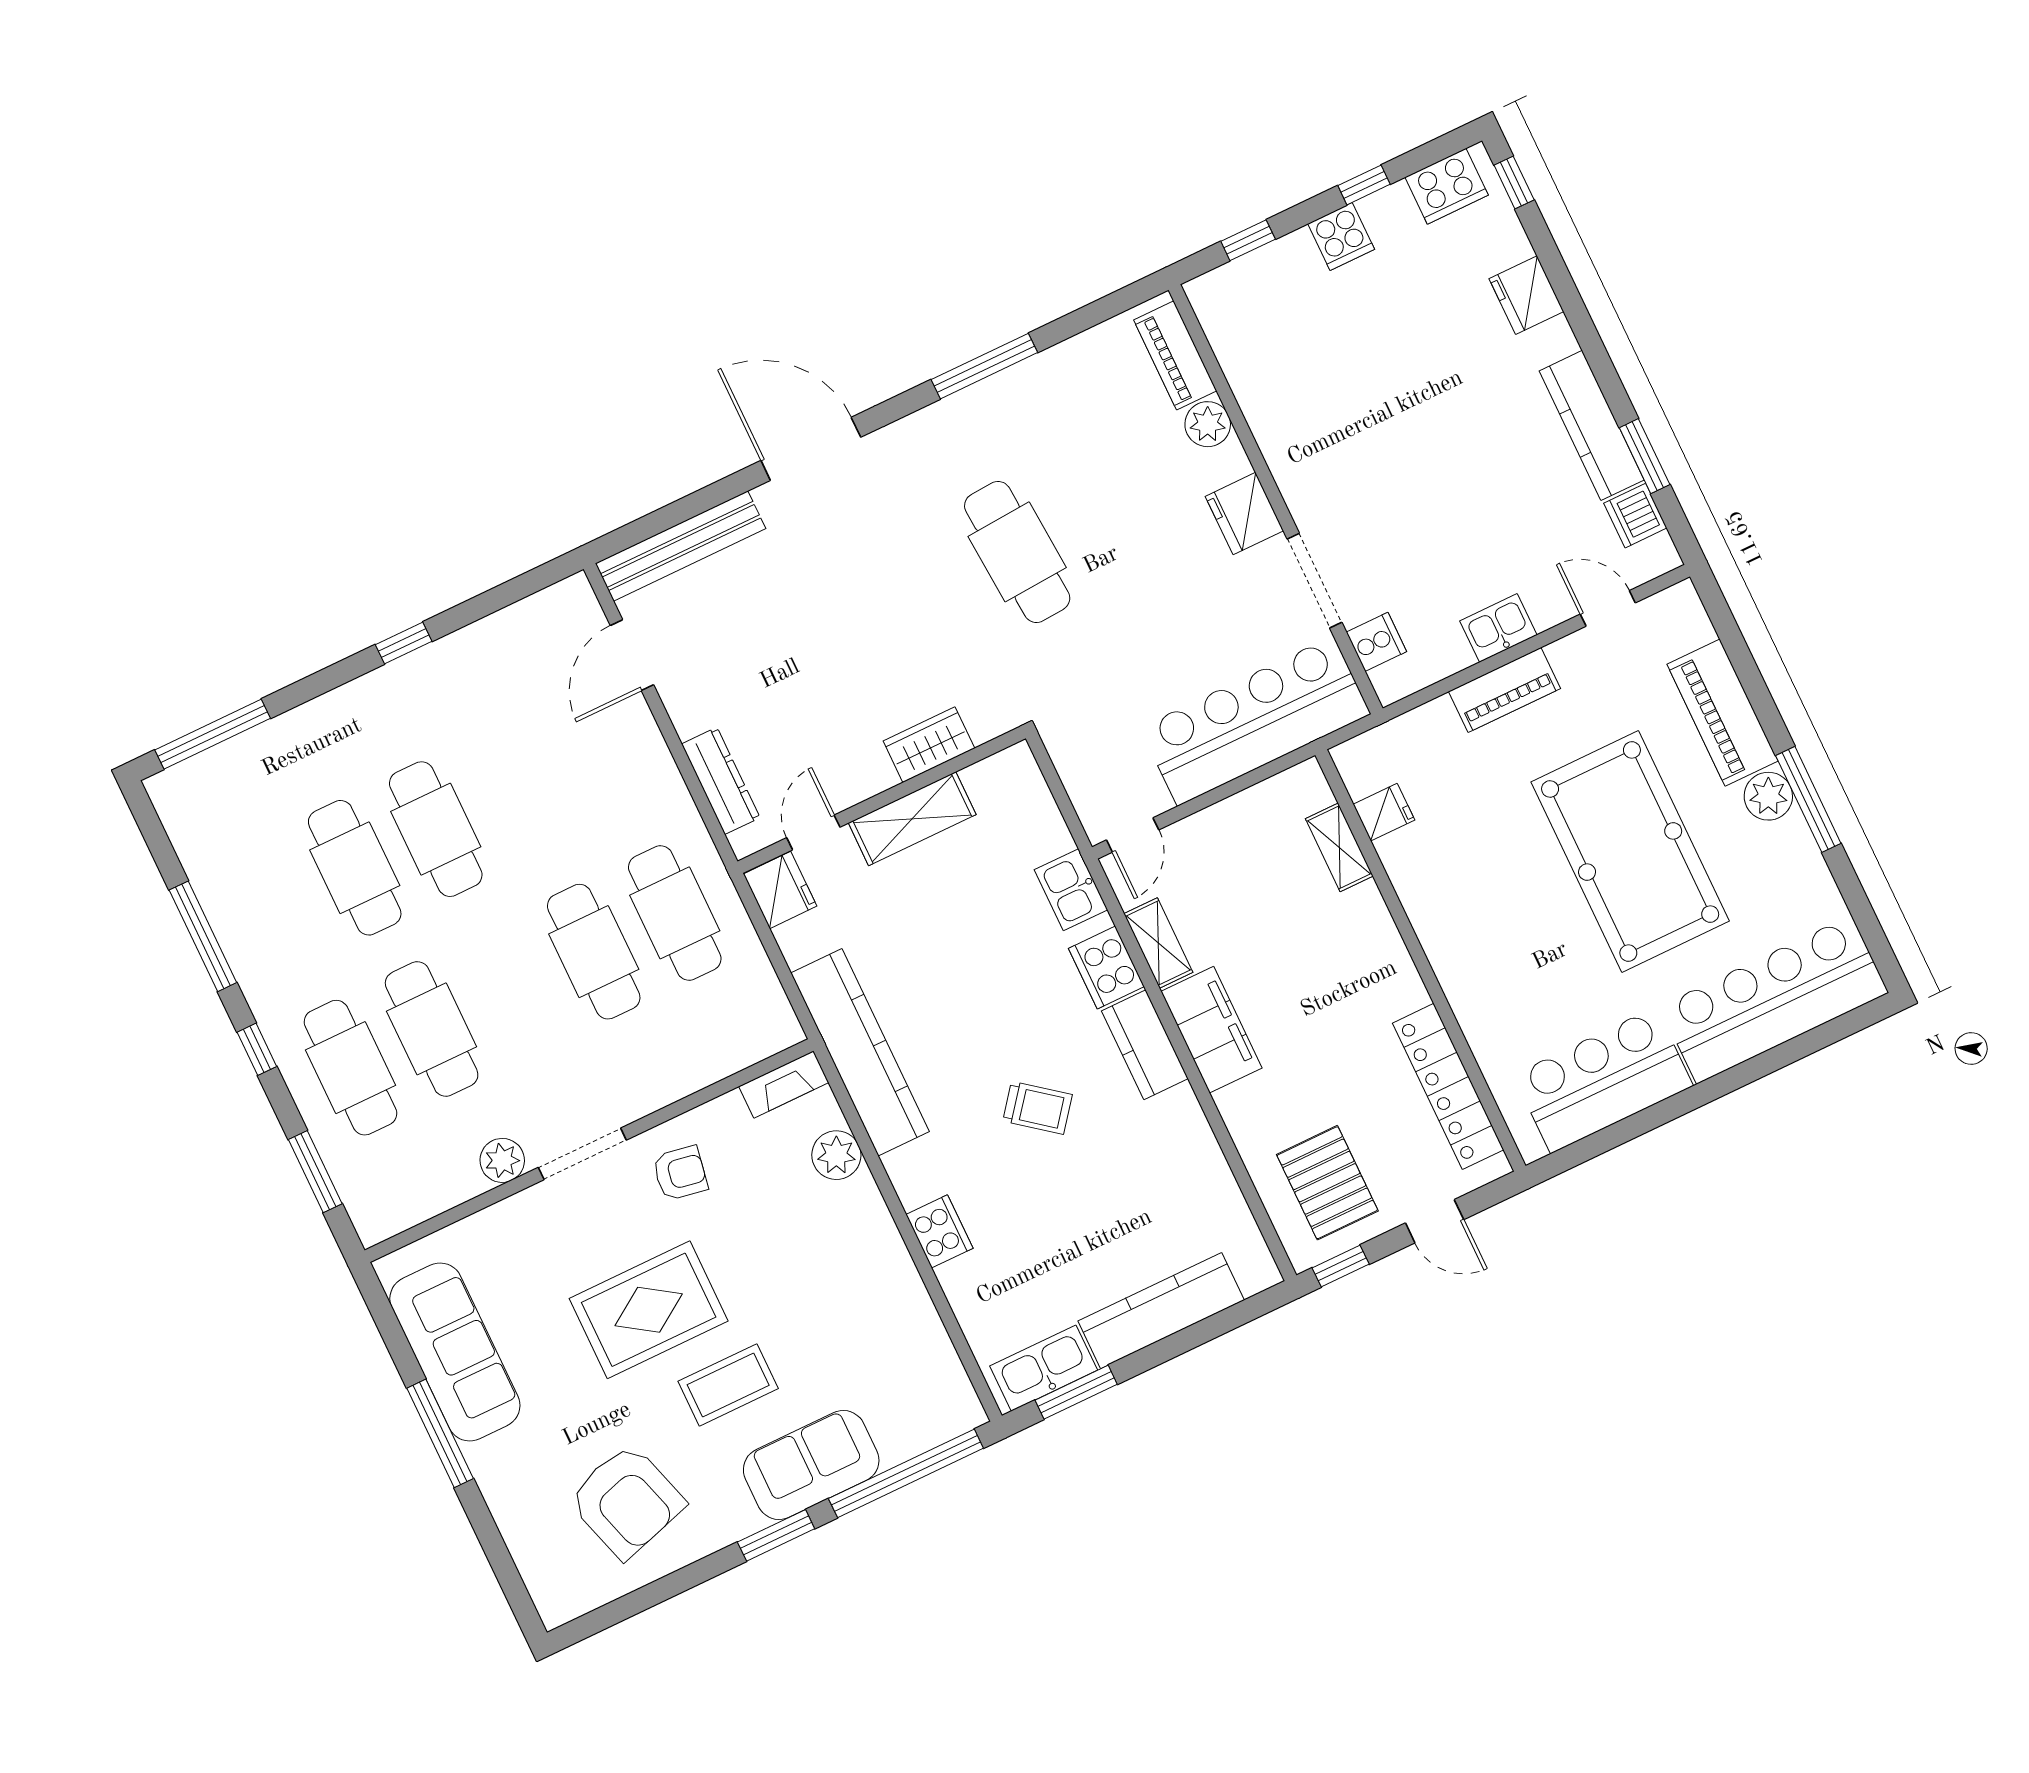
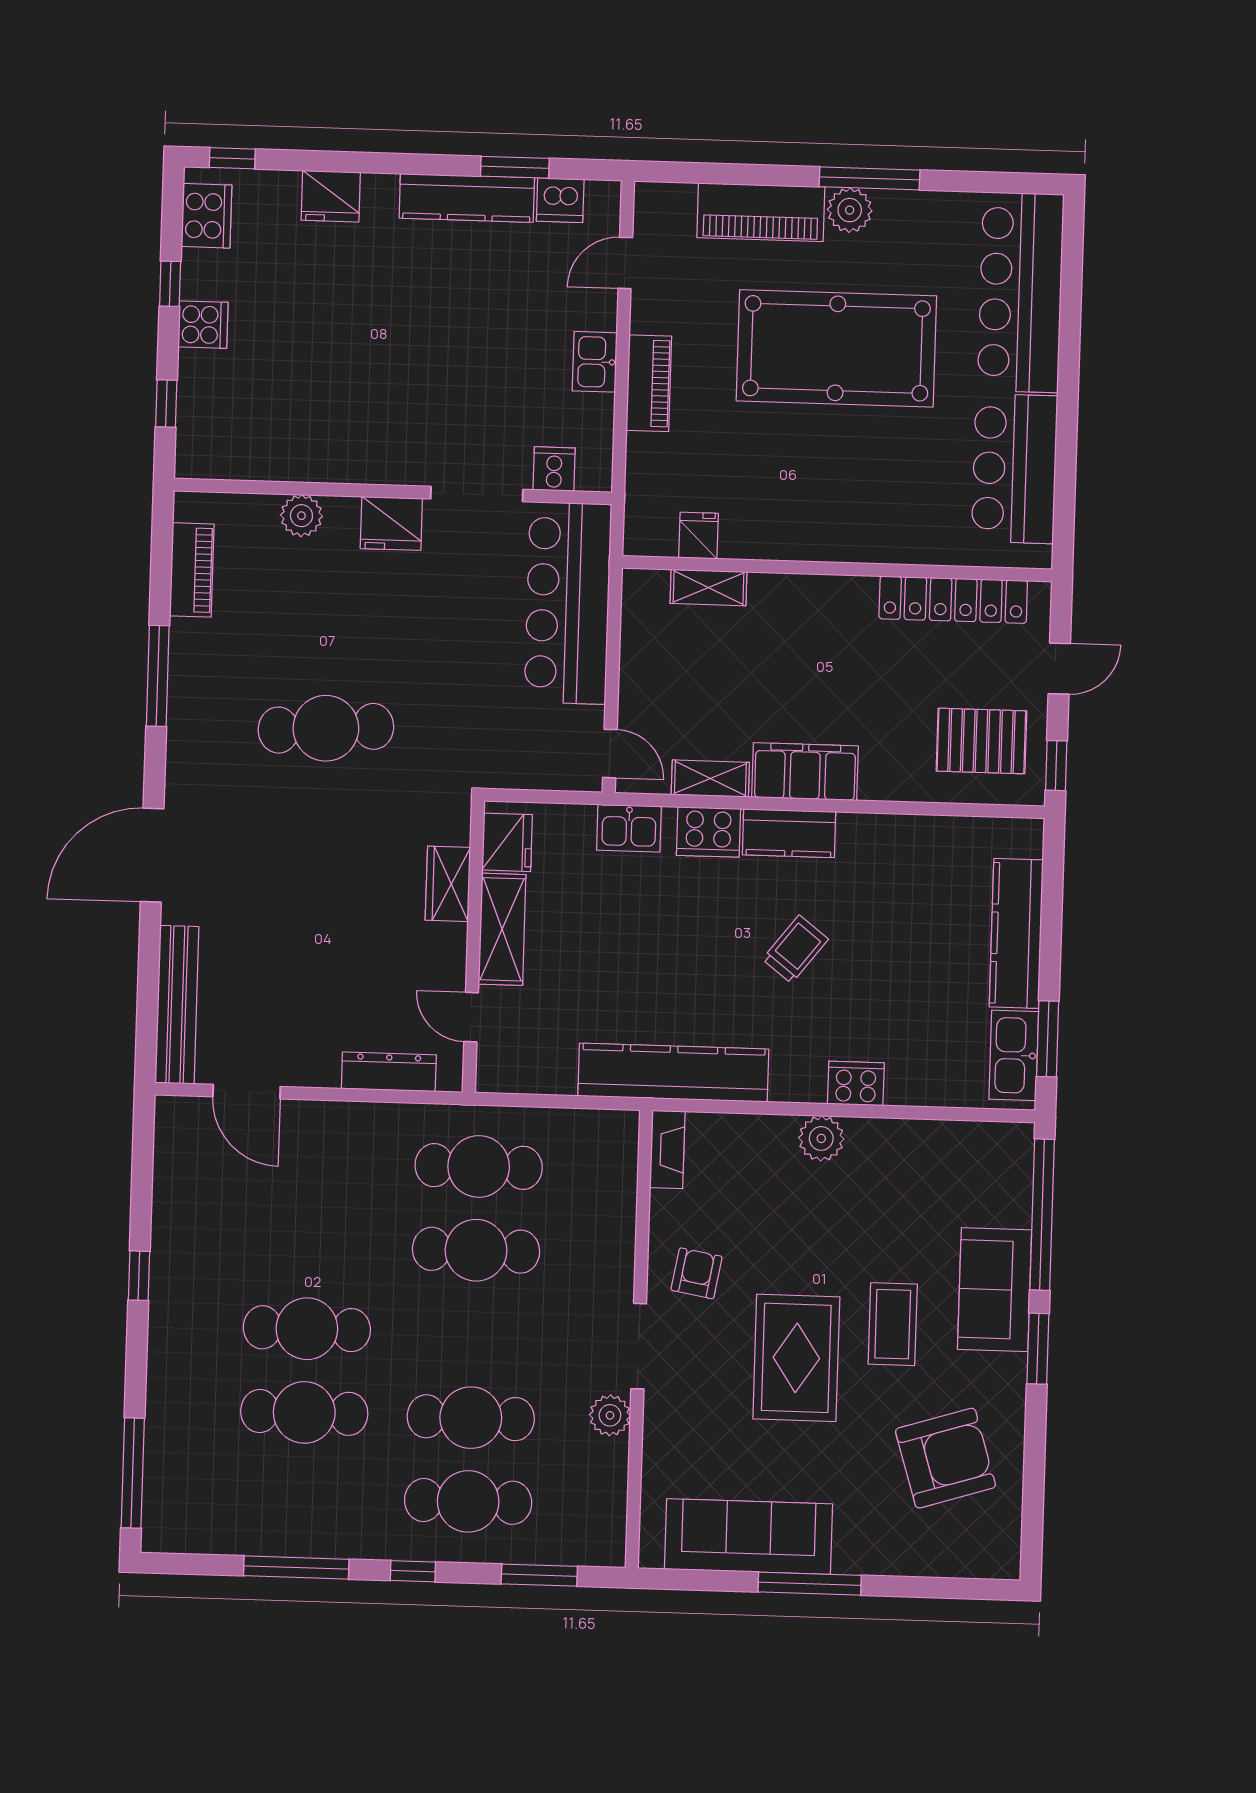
piano: (1175, 355) -> (192, 570), moved, turned -90
fridge: (780, 890) -> (507, 842), moved, turned 90
plant: (836, 1155) -> (821, 1138), moved

